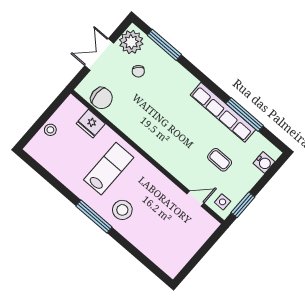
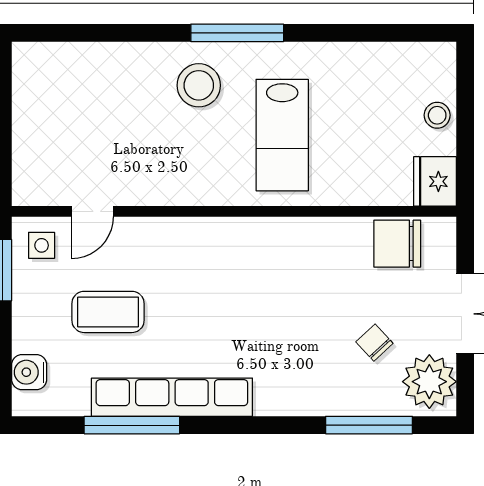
fridge: (91, 124) -> (435, 181), moved, turned -90
coffee table: (220, 160) -> (108, 312), width x1.36, depth x1.30

